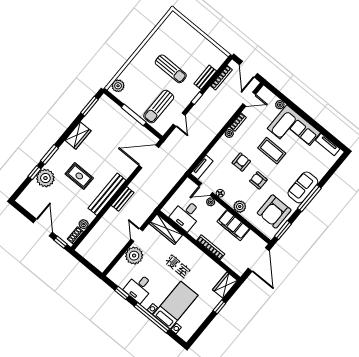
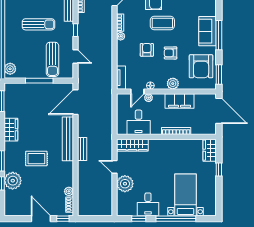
bench: (107, 194) -> (68, 139), moved

